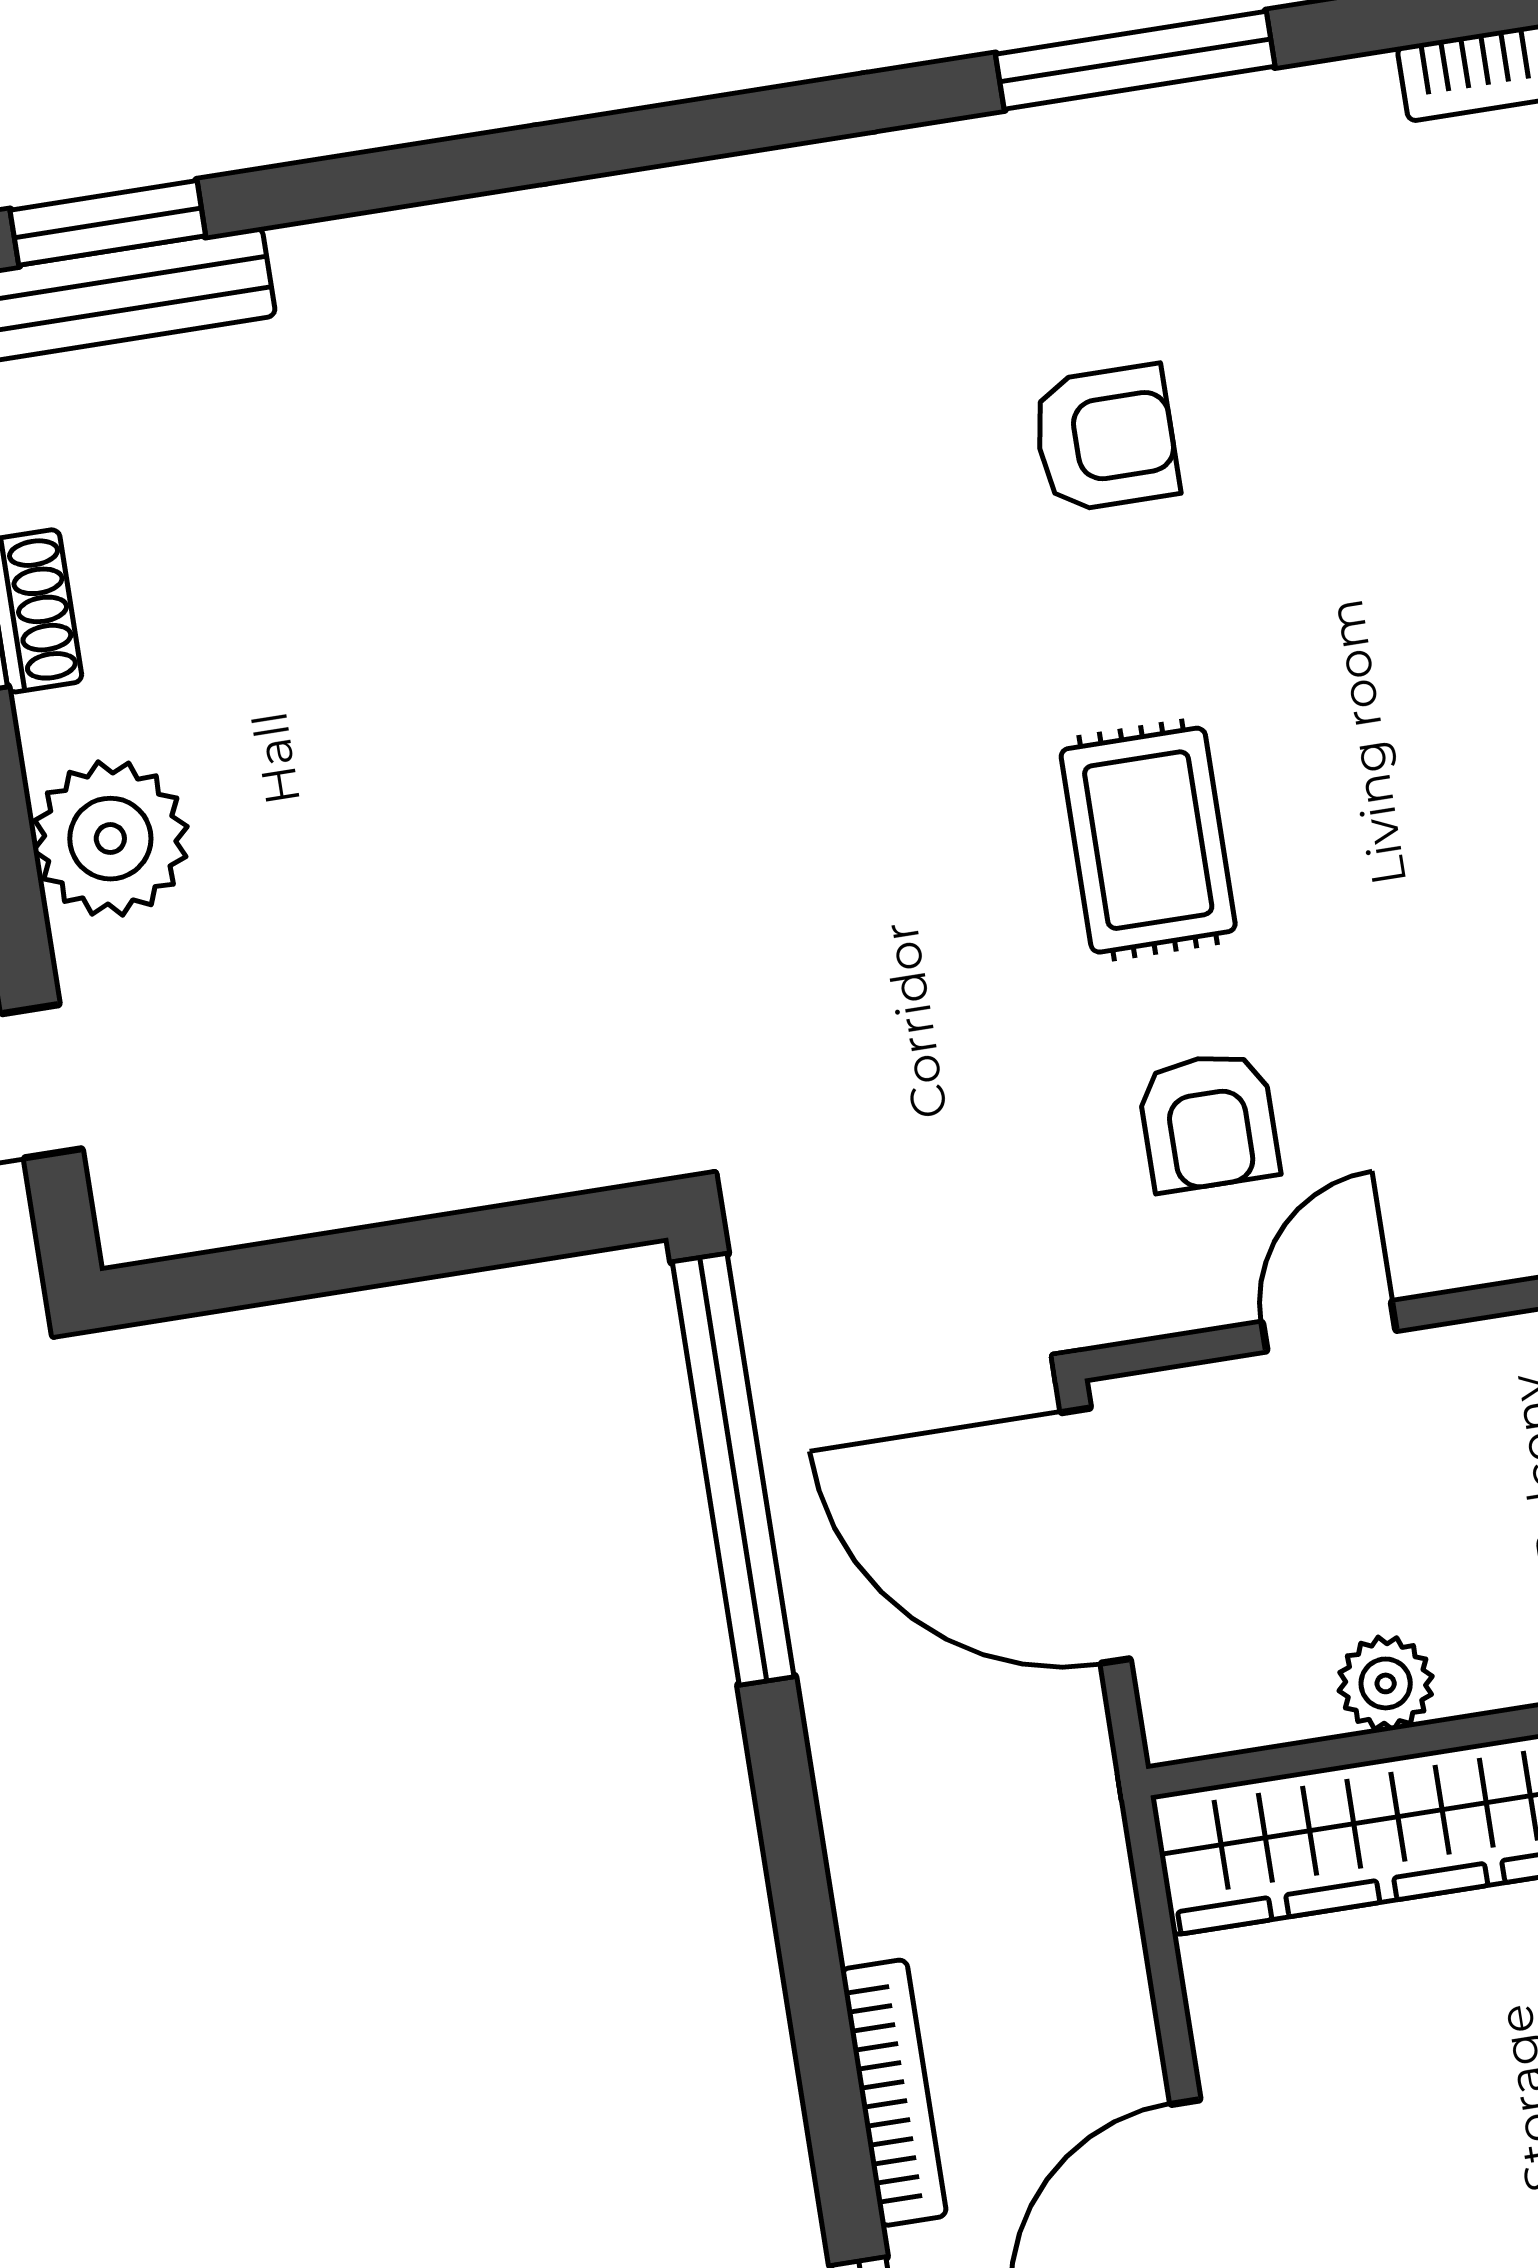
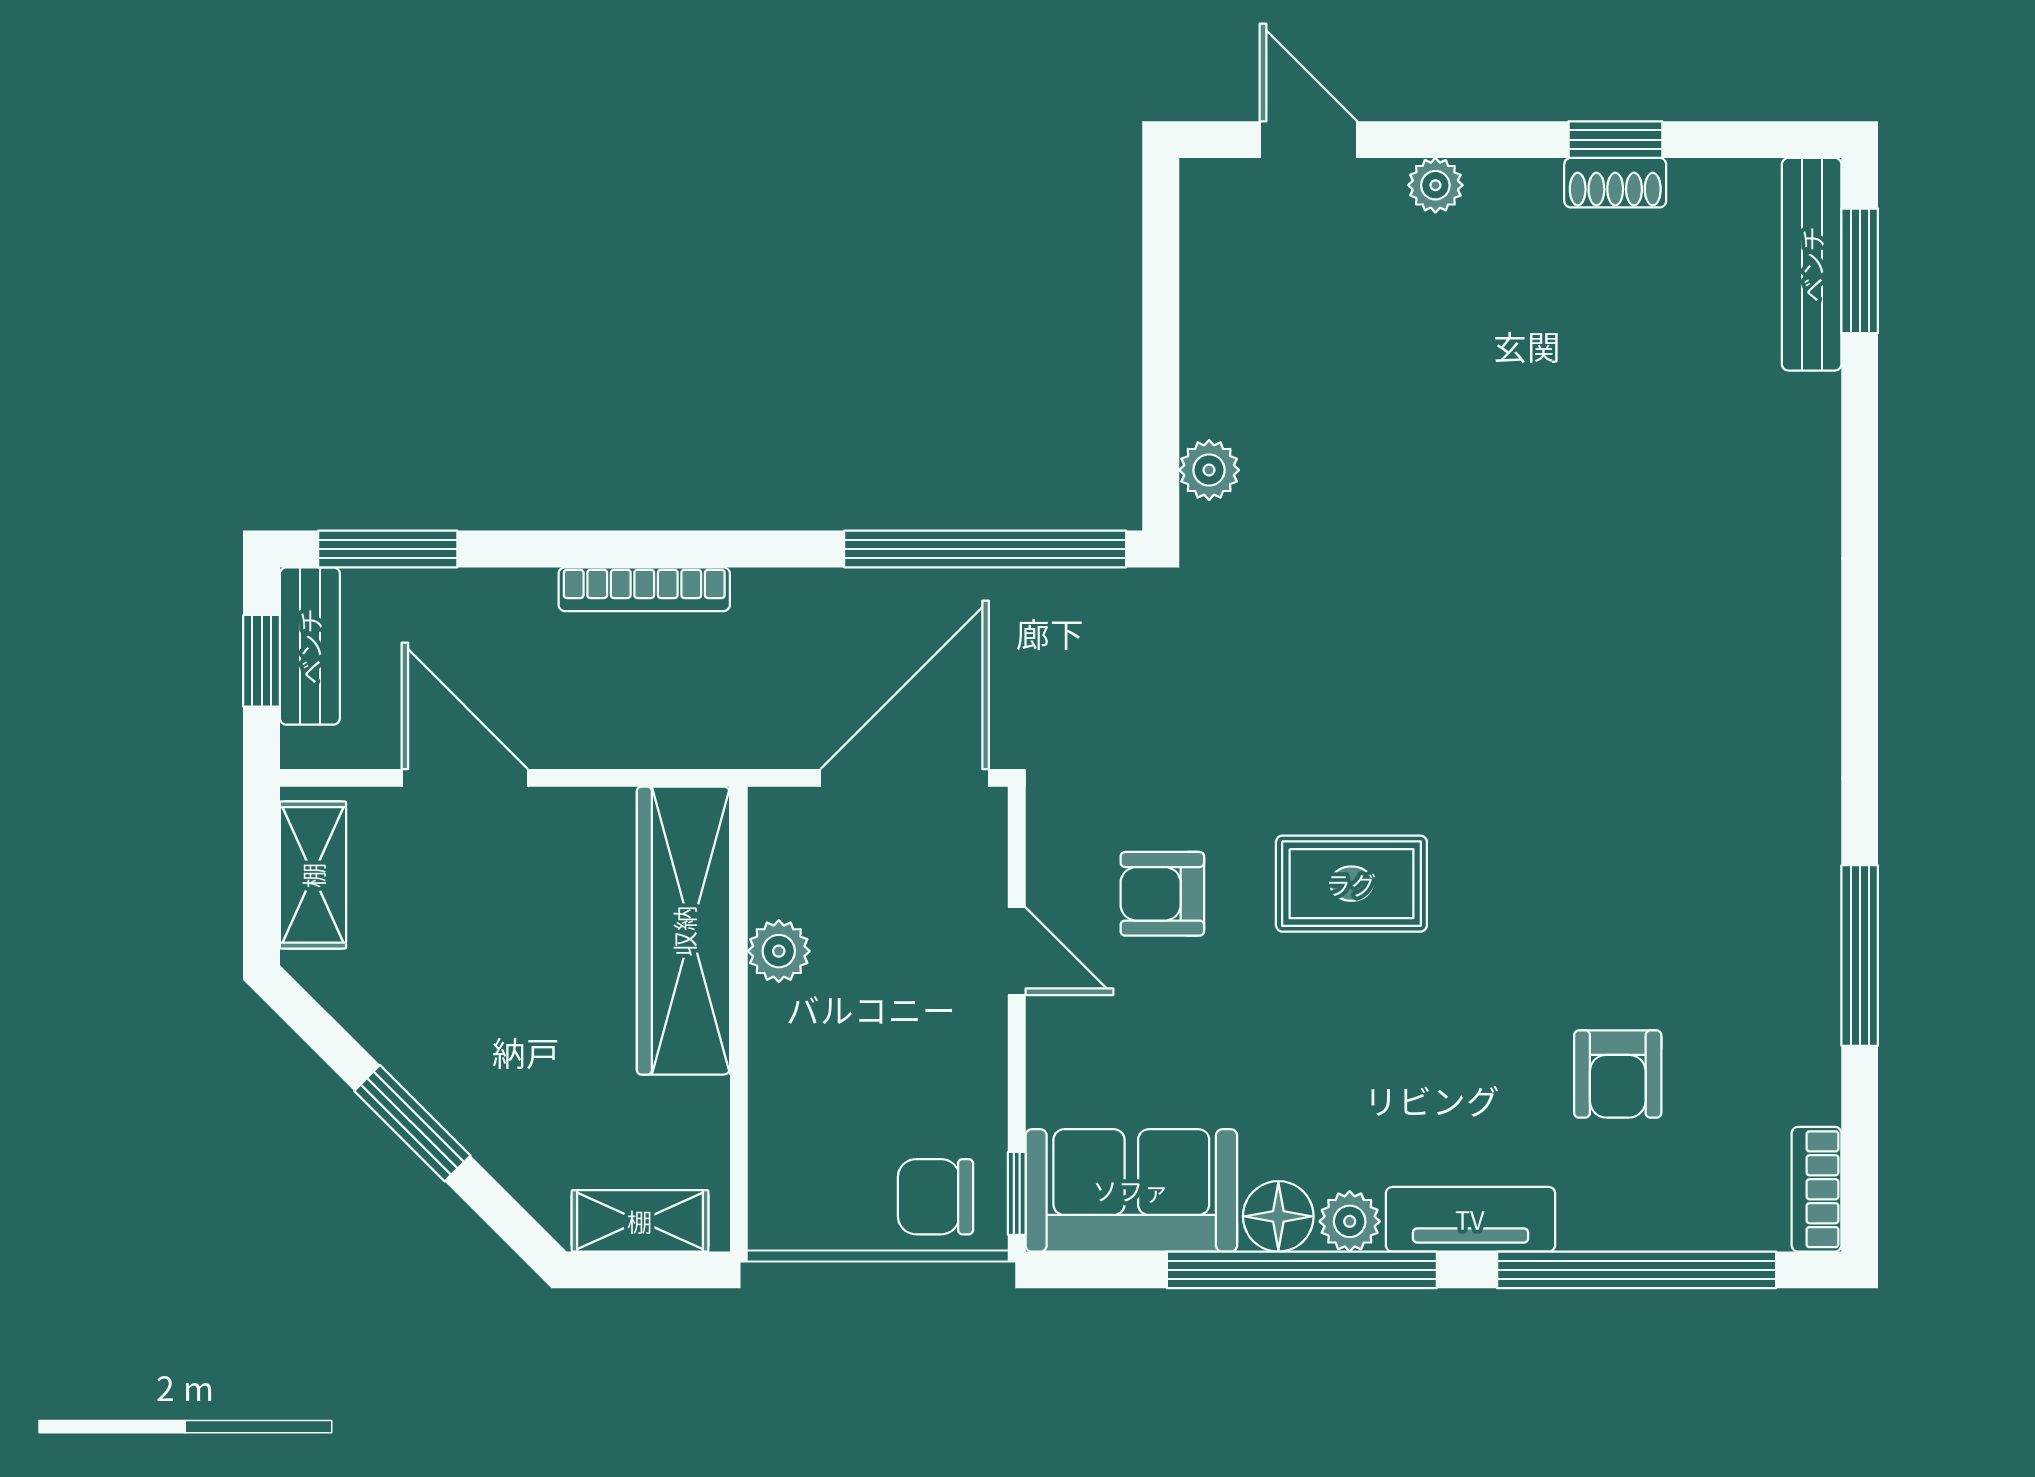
armchair: (1105, 438) -> (1618, 1074), moved
plant: (110, 839) -> (1435, 185), width x0.53, depth x0.53
plant: (561, 1152) -> (1209, 470), added
bookcase: (894, 2093) -> (644, 589), moved

